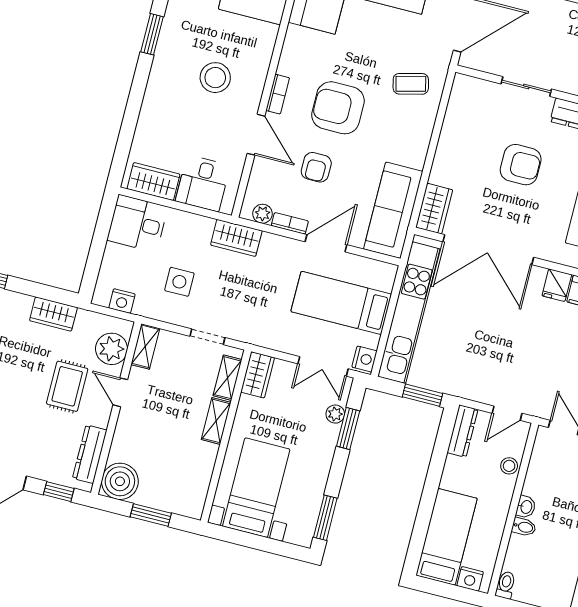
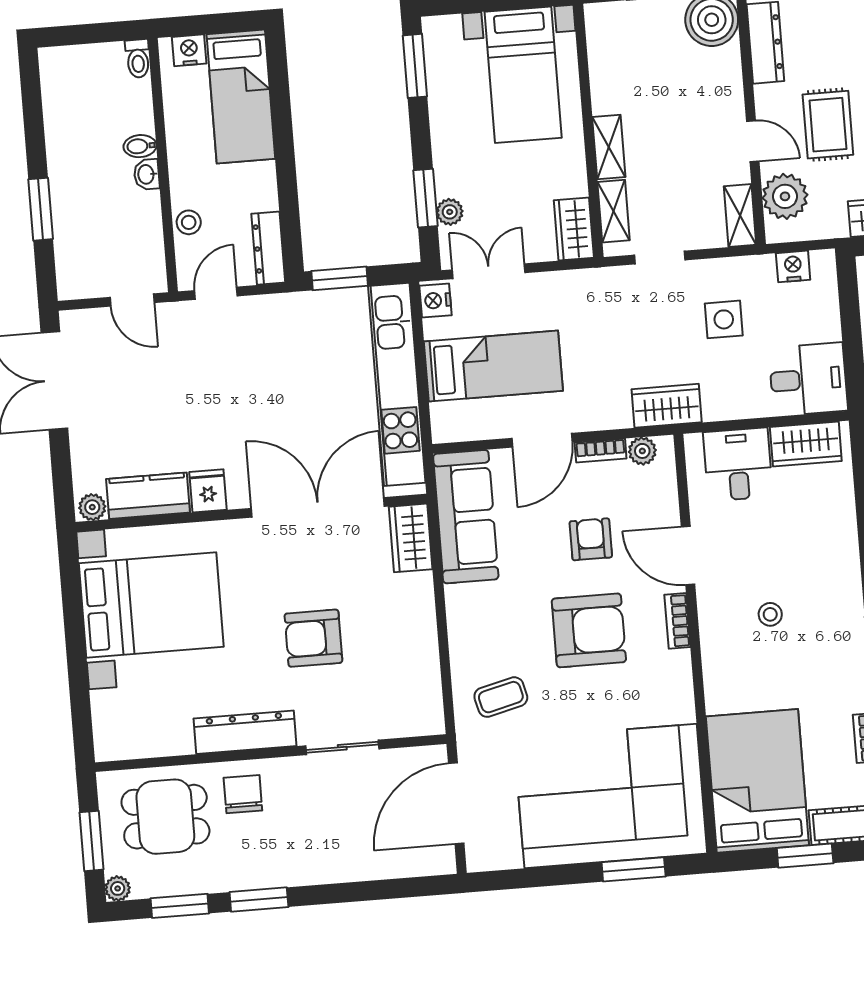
stool: (215, 78) -> (770, 614), width x0.53, depth x0.53

